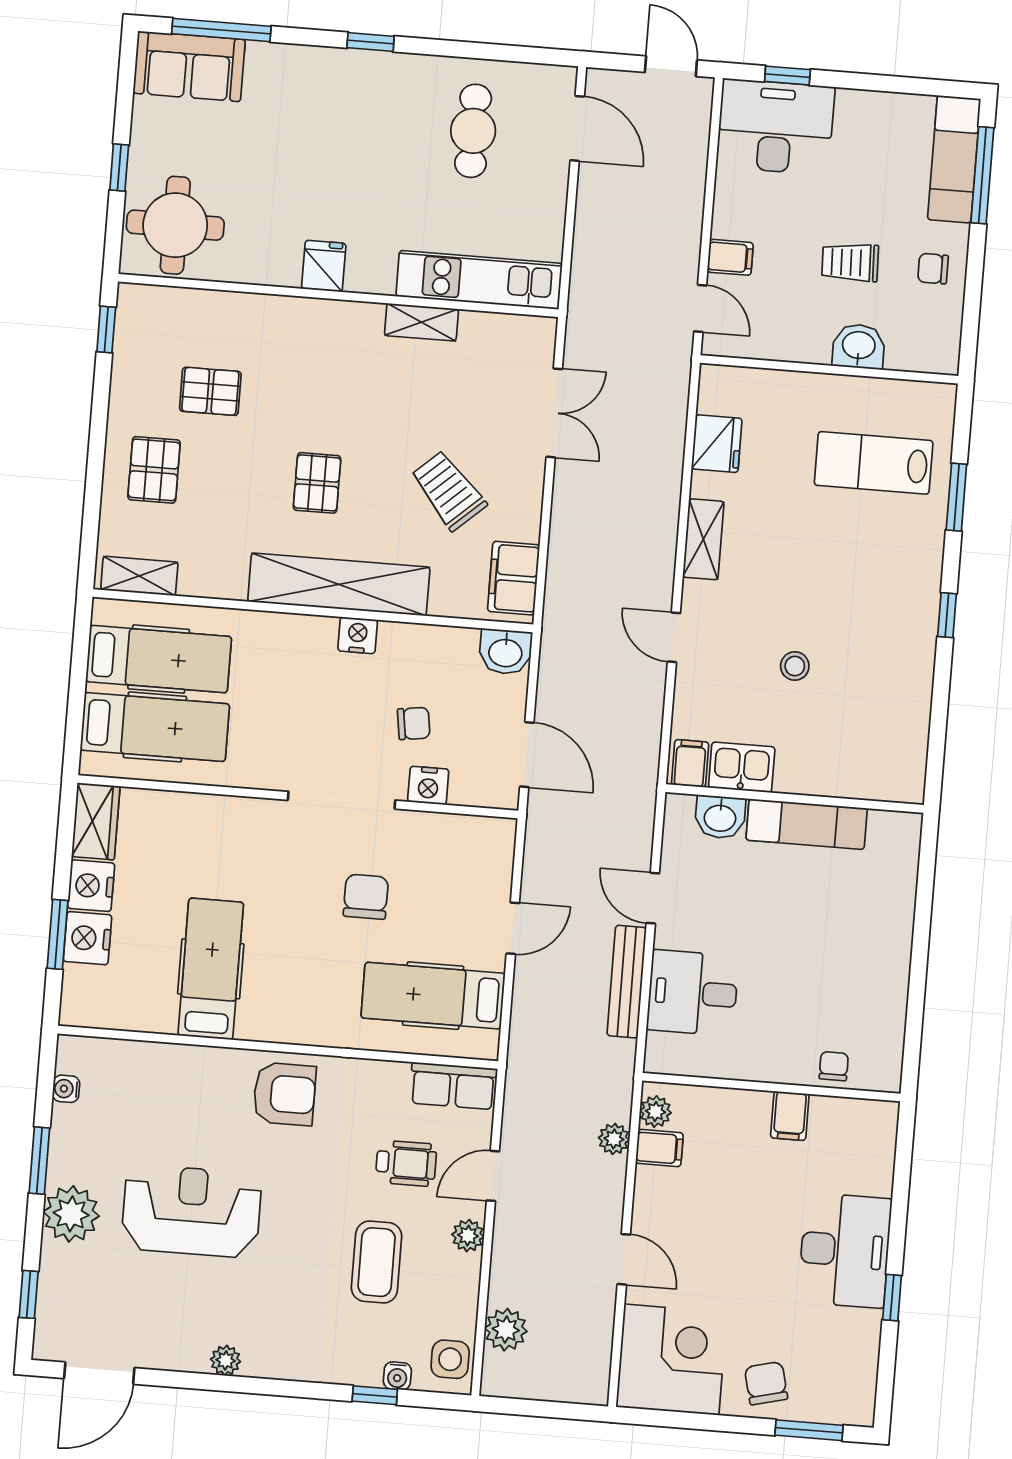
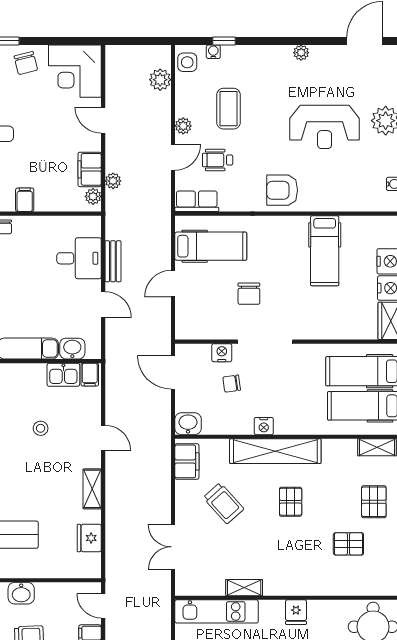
bench: (627, 982) -> (113, 261), width x0.73
filing cabinet: (659, 1148) -> (90, 169), width x2.00

